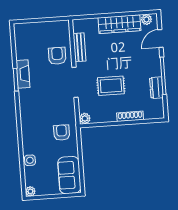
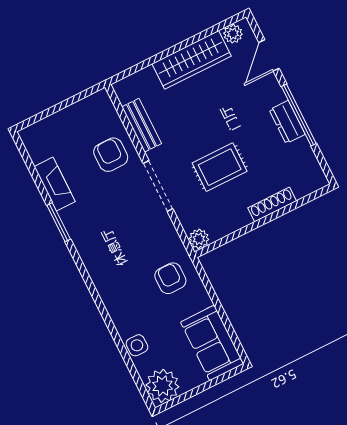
fireplace: (23, 74) -> (55, 184), moved
dresser: (156, 88) -> (287, 122), moved
plant: (30, 191) -> (162, 386), width x1.88, depth x1.88

